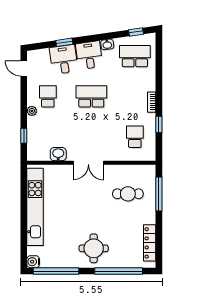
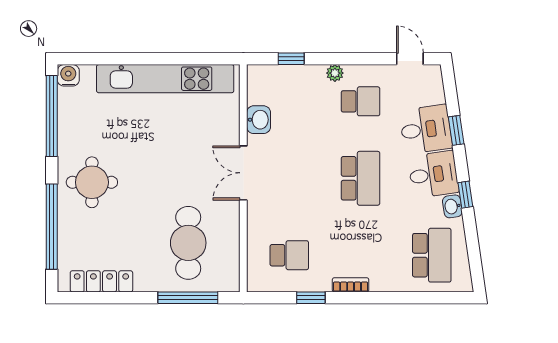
window: (136, 32) -> (465, 195), moved
door: (24, 68) -> (410, 59), hinge flipped
cafe table: (128, 194) -> (188, 243), width x1.37, depth x1.35

